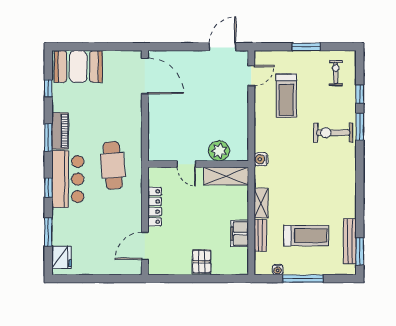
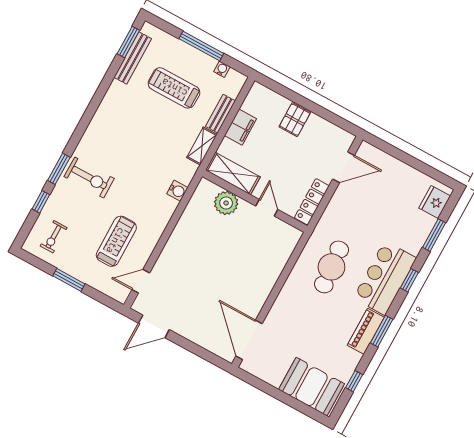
plant: (219, 151) -> (226, 203), moved
door: (186, 164) -> (267, 208), moved
wall: (198, 164) -> (255, 201), moved
shelving: (226, 176) -> (233, 174), moved

